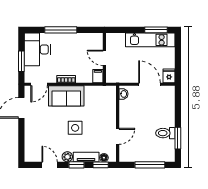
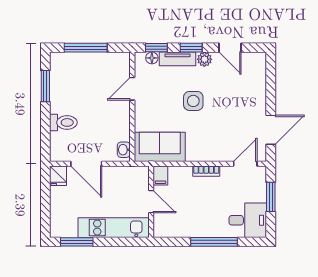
kitchen unit: (150, 40) -> (114, 228), moved
desk: (37, 49) -> (248, 220), width x0.73
sofa: (66, 96) -> (160, 147), moved
toilet: (165, 133) -> (63, 122), moved

